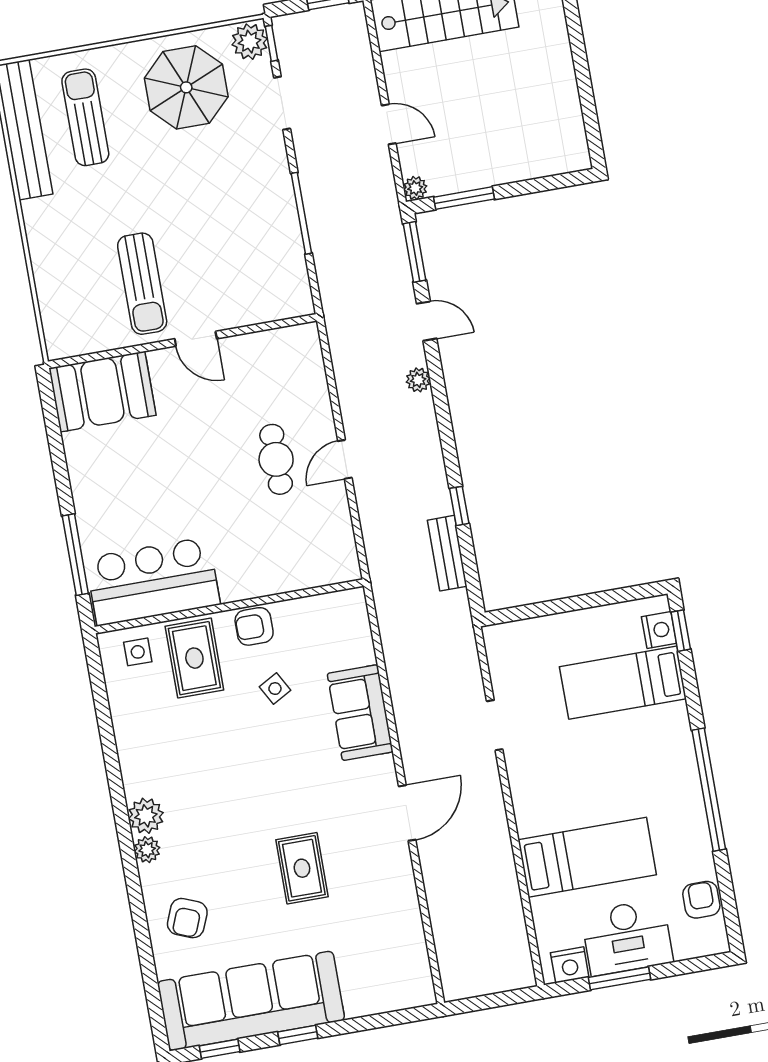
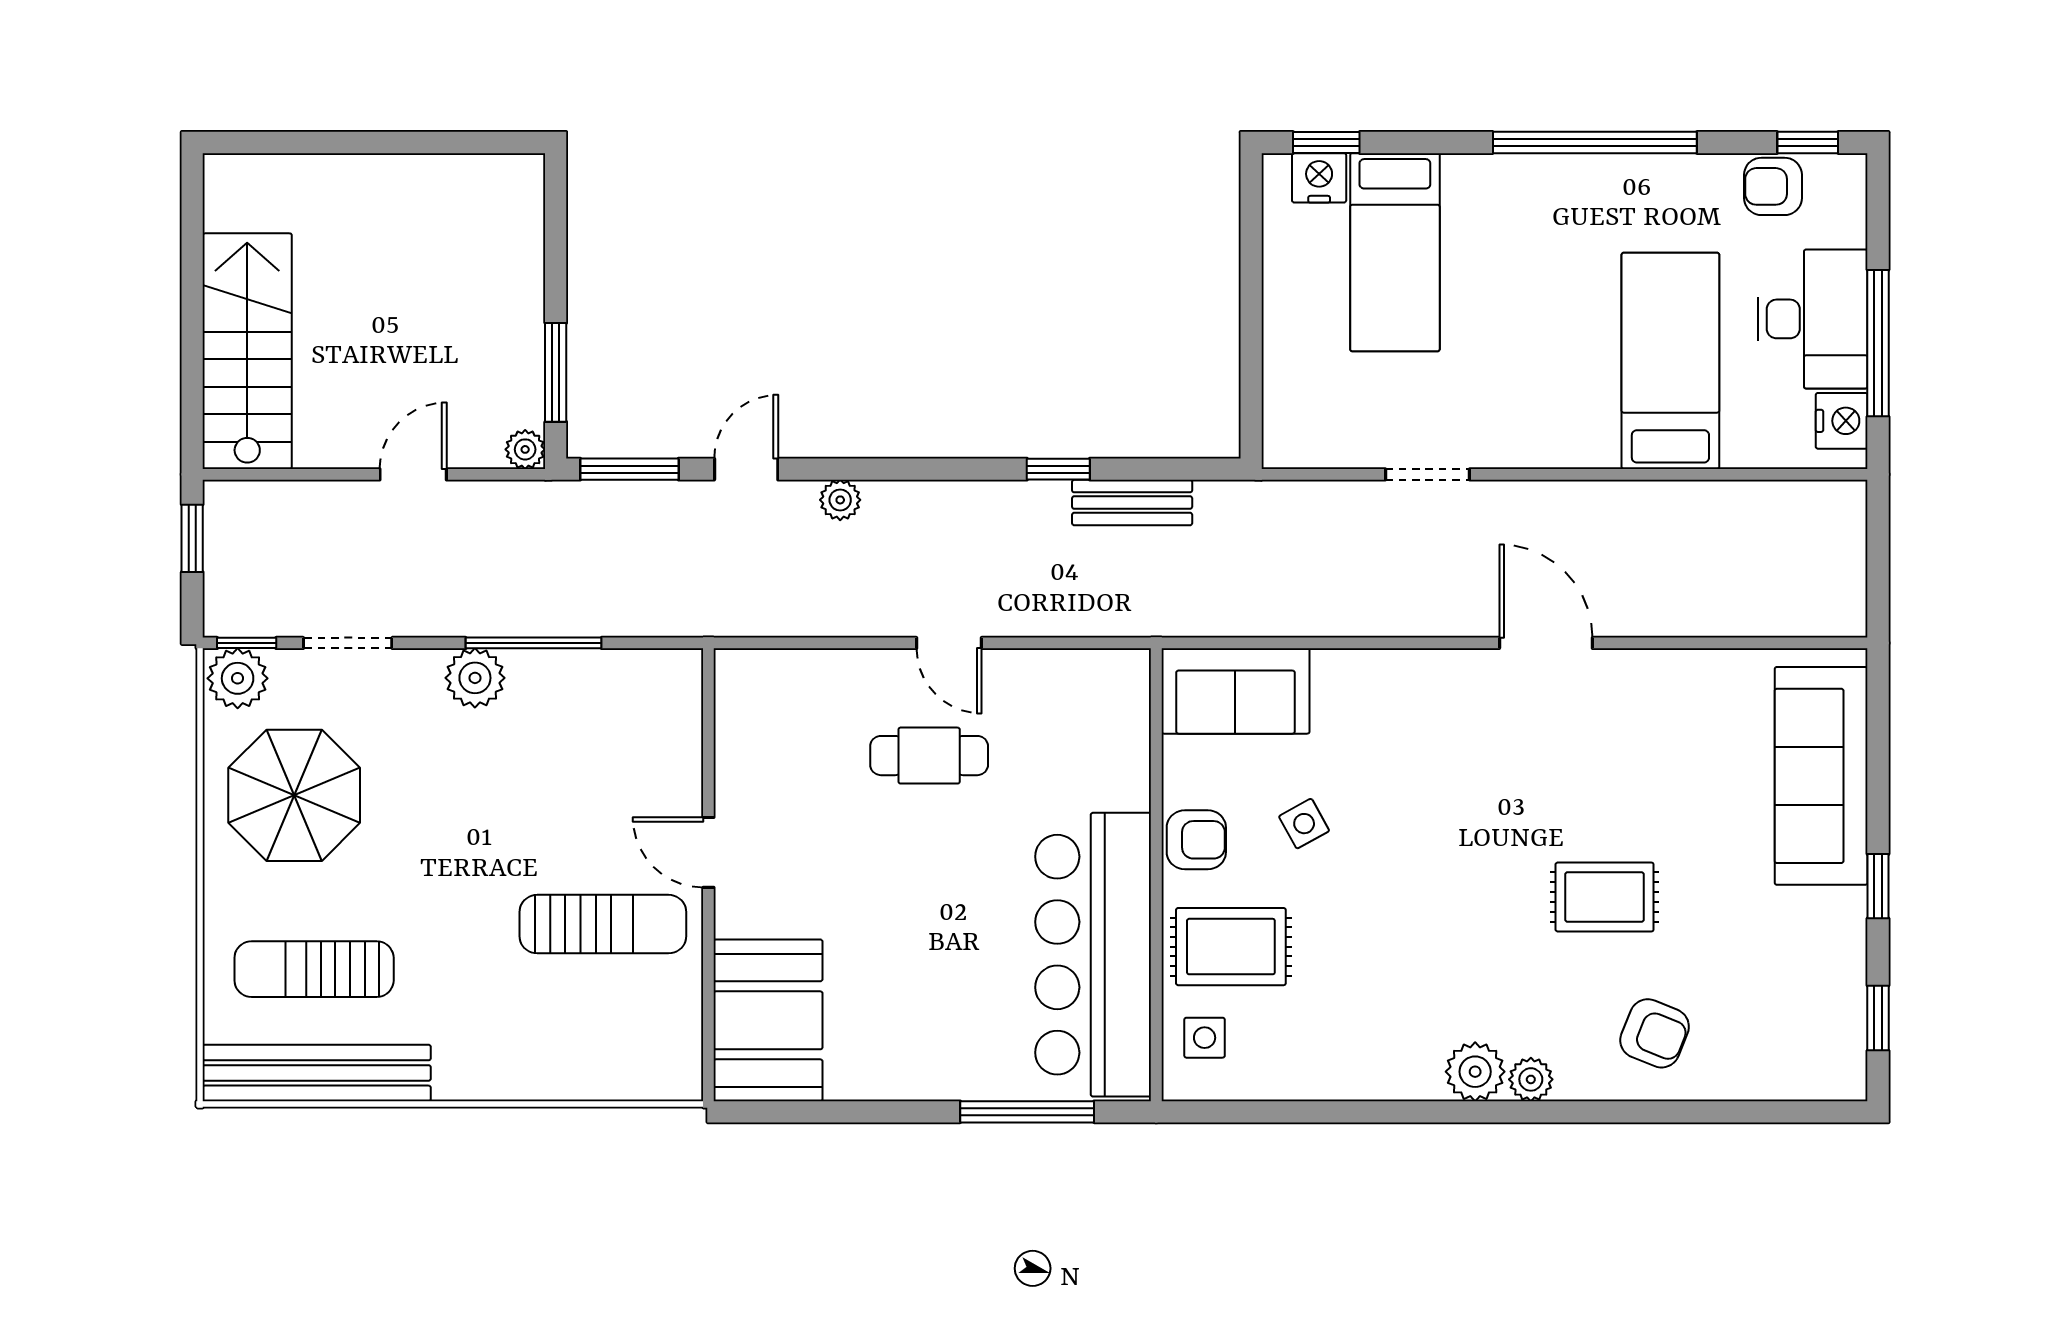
plant: (275, 182) -> (475, 678), added
door: (196, 339) -> (708, 852), swing flipped
bar counter: (153, 581) -> (1093, 955), width x1.36
armchair: (254, 626) -> (1196, 840), turned -90
sofa: (360, 713) -> (1235, 691), moved
rug: (302, 868) -> (1605, 897), moved
window: (731, 916) -> (1808, 142), added
window: (619, 978) -> (1878, 343), width x1.44
sofa: (251, 1001) -> (1821, 776), moved, width x0.74, depth x0.79

